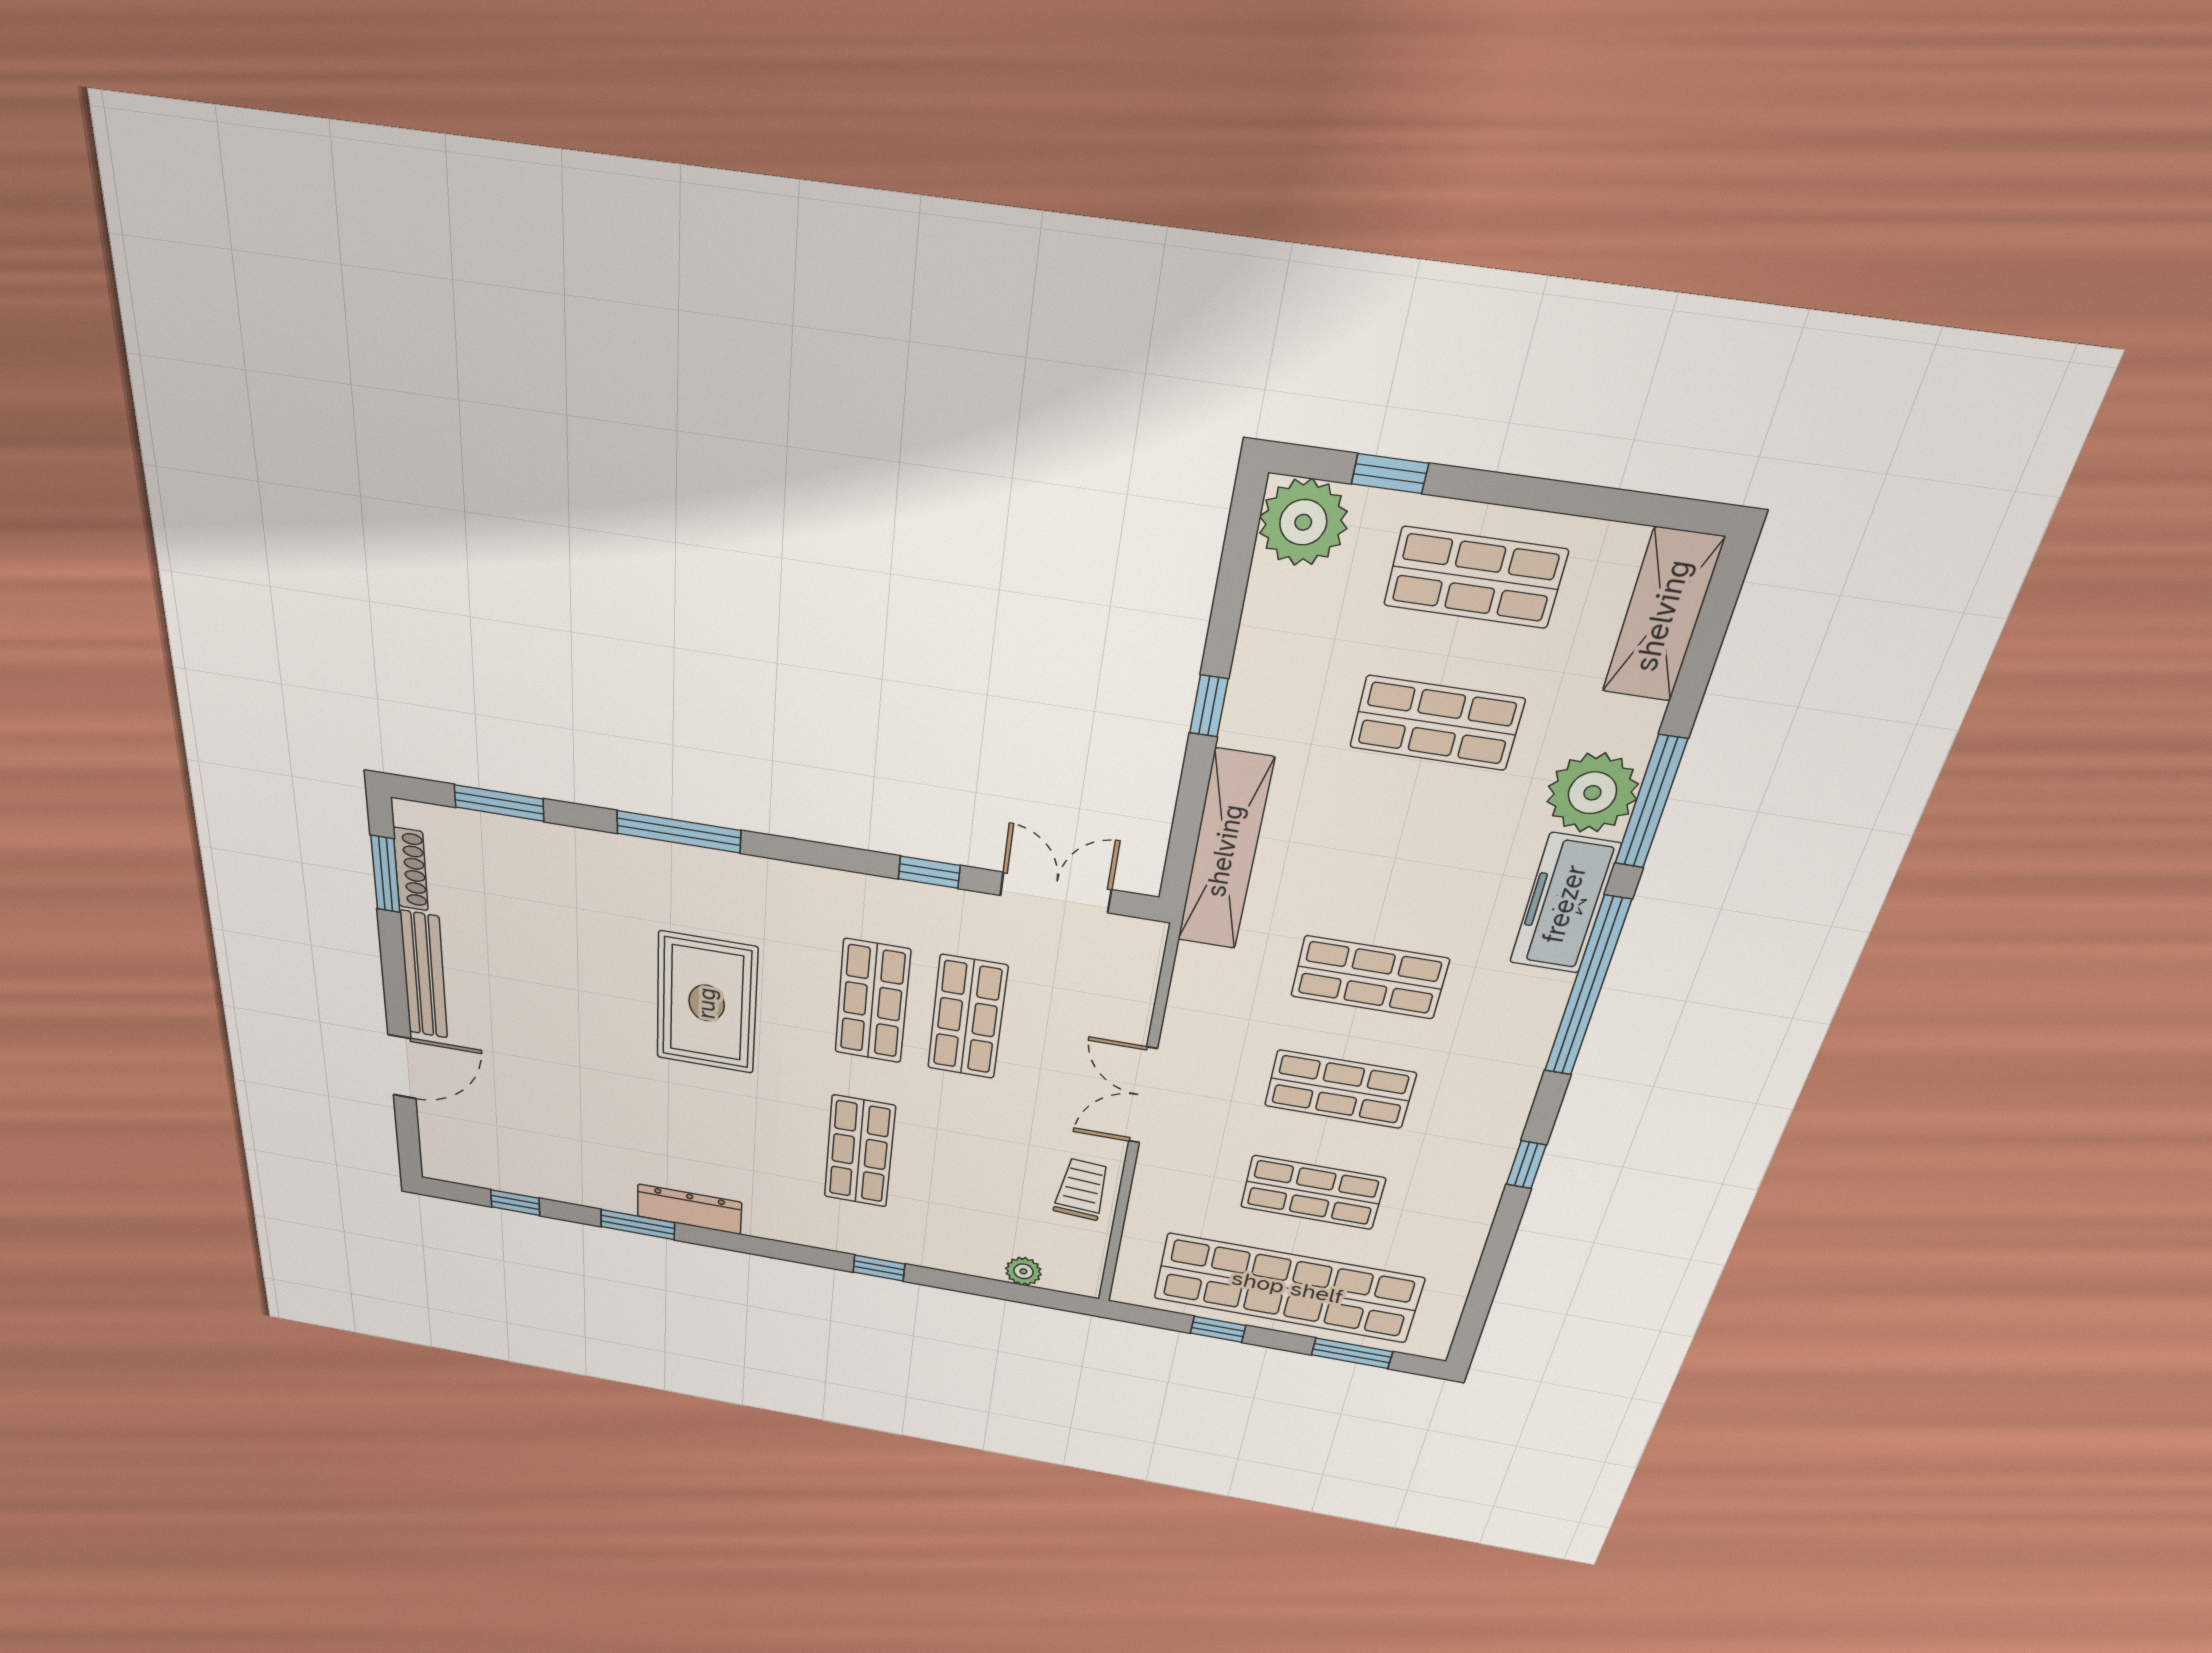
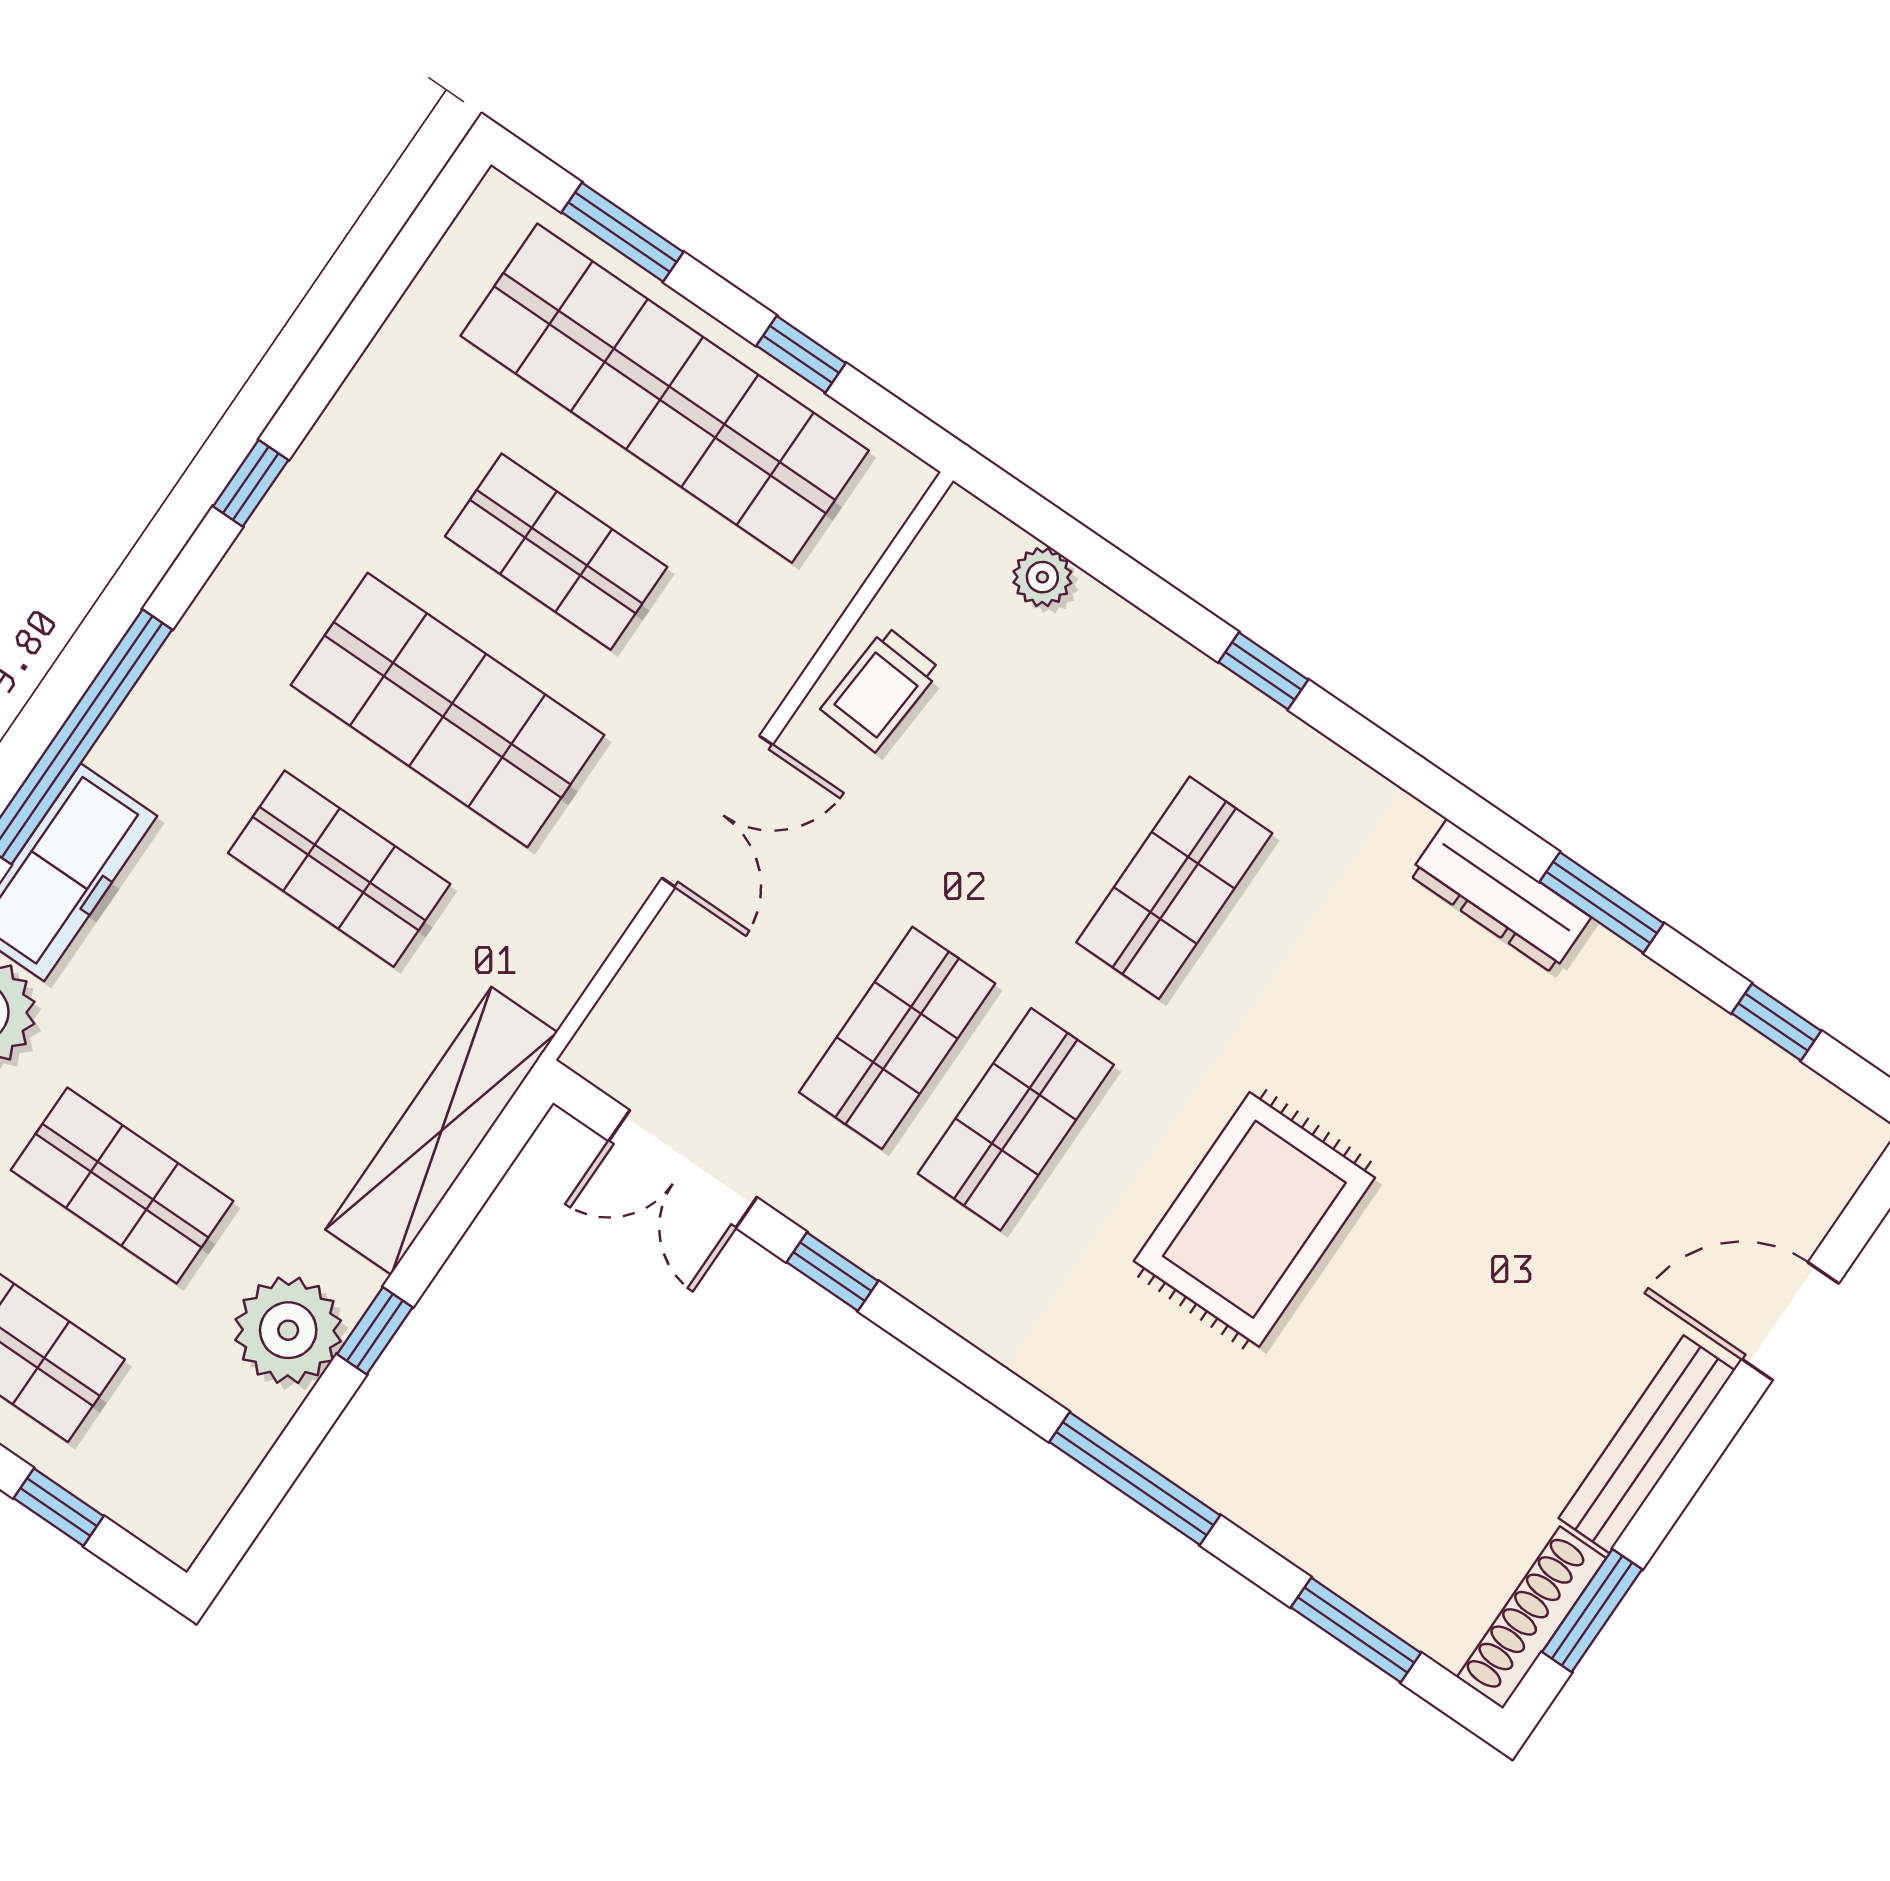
plant: (1303, 522) -> (288, 1330), moved
shoe rack: (411, 869) -> (1532, 1617), width x1.36, depth x1.24
shop shelf: (1340, 1089) -> (448, 710), width x1.43, depth x1.36

